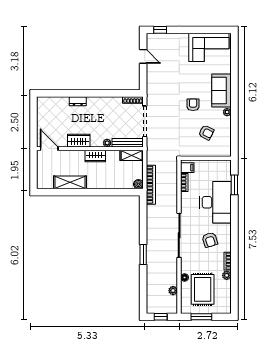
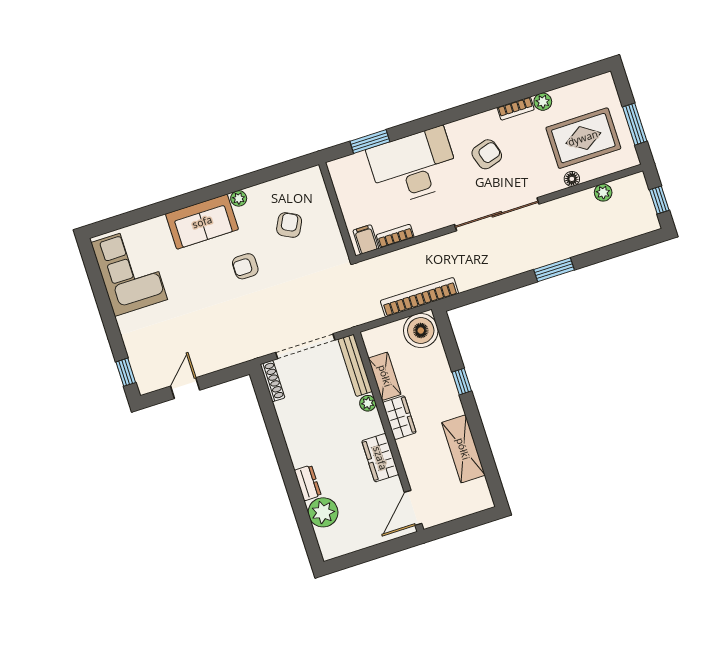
plant: (61, 104) -> (323, 512), added
shelving: (132, 155) -> (385, 376), moved
boiler: (138, 184) -> (421, 330), width x1.86, depth x1.86
window: (103, 192) -> (462, 382), added

